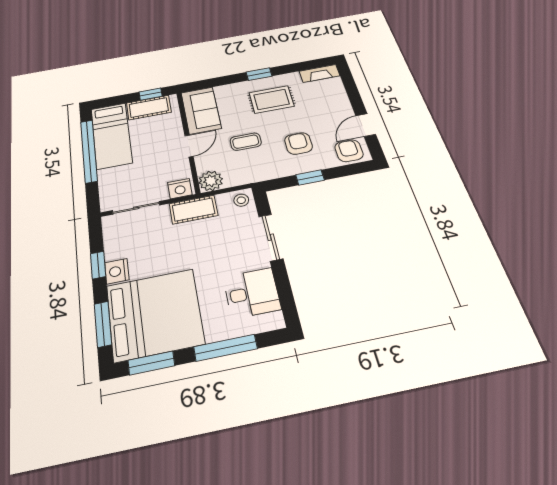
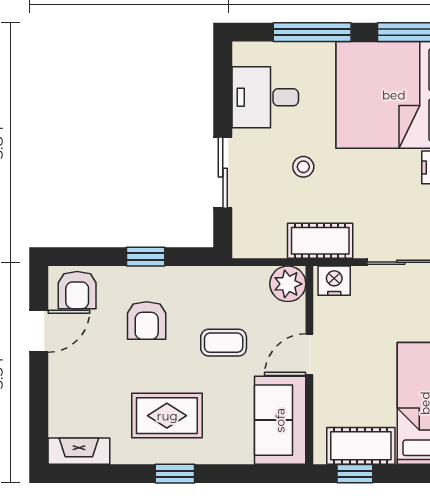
stool: (241, 200) -> (303, 167), moved

